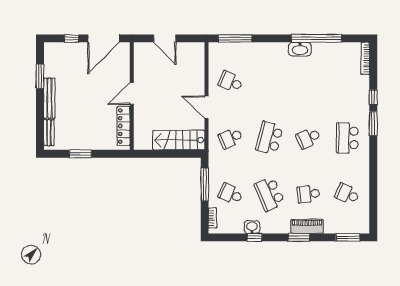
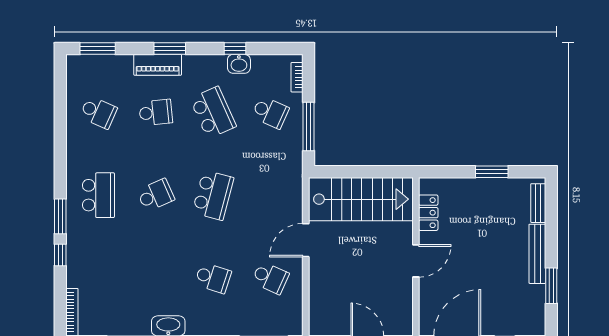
door: (207, 107) -> (306, 240), swing flipped
locker: (123, 126) -> (428, 213), width x0.66
school desk: (231, 138) -> (213, 278), moved, turned 42
stairs: (179, 140) -> (361, 199), width x1.36, depth x1.51

